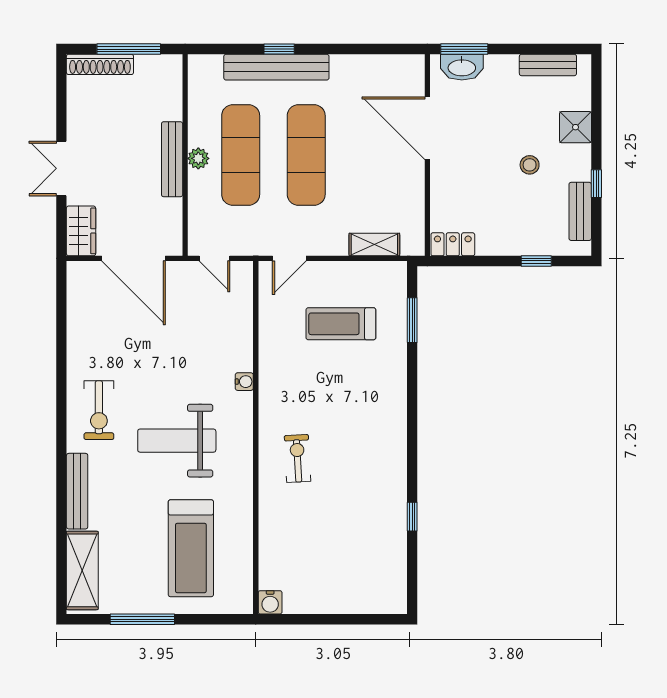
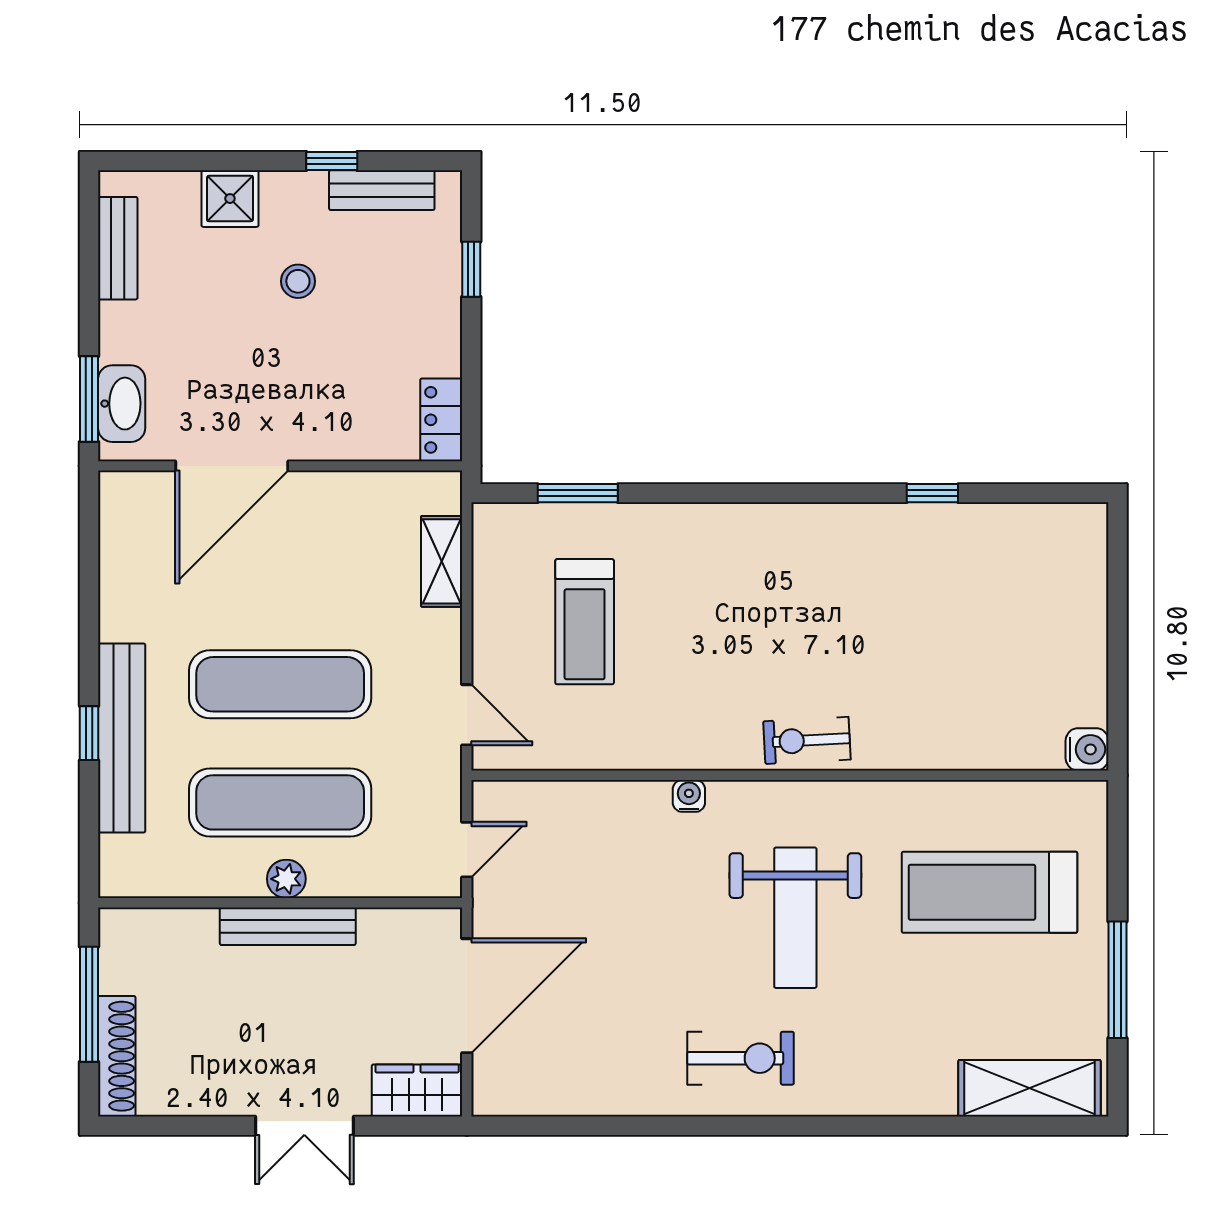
exercise bike: (297, 459) -> (807, 740), moved
bench: (77, 491) -> (886, 1097), removed
treadmill: (191, 548) -> (990, 892), turned 180

